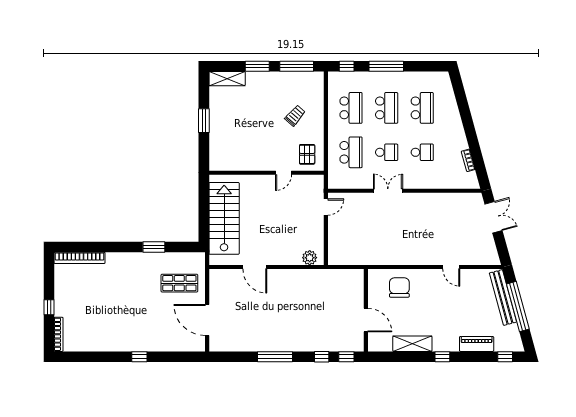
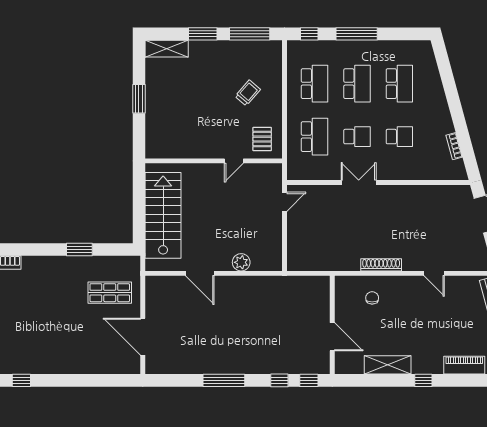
plant: (310, 258) -> (241, 262), moved
shoe rack: (407, 260) -> (381, 265), added
chair: (399, 288) -> (372, 298), width x0.54, depth x0.54
window: (139, 357) -> (21, 380), moved

